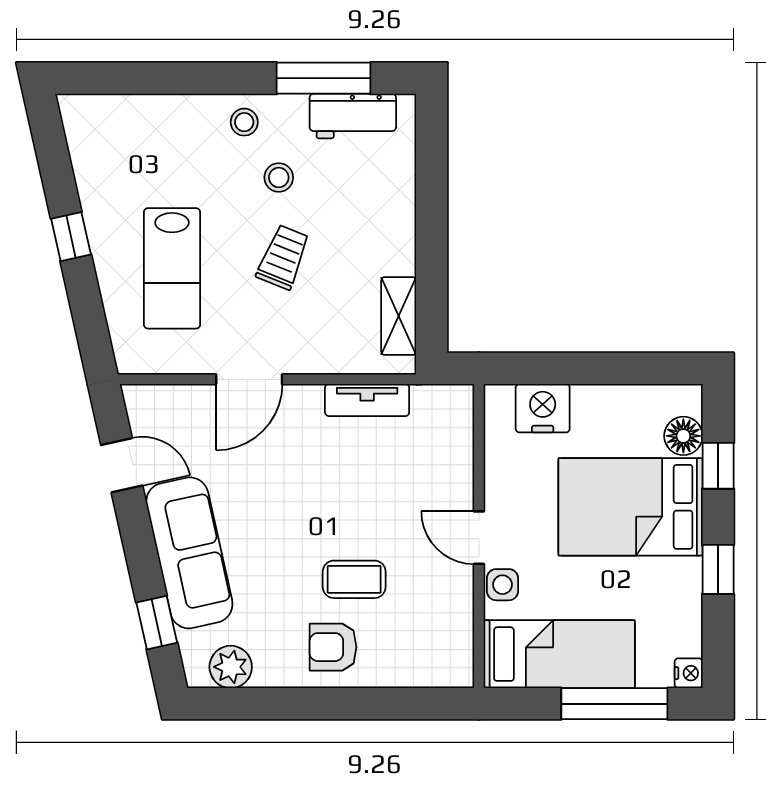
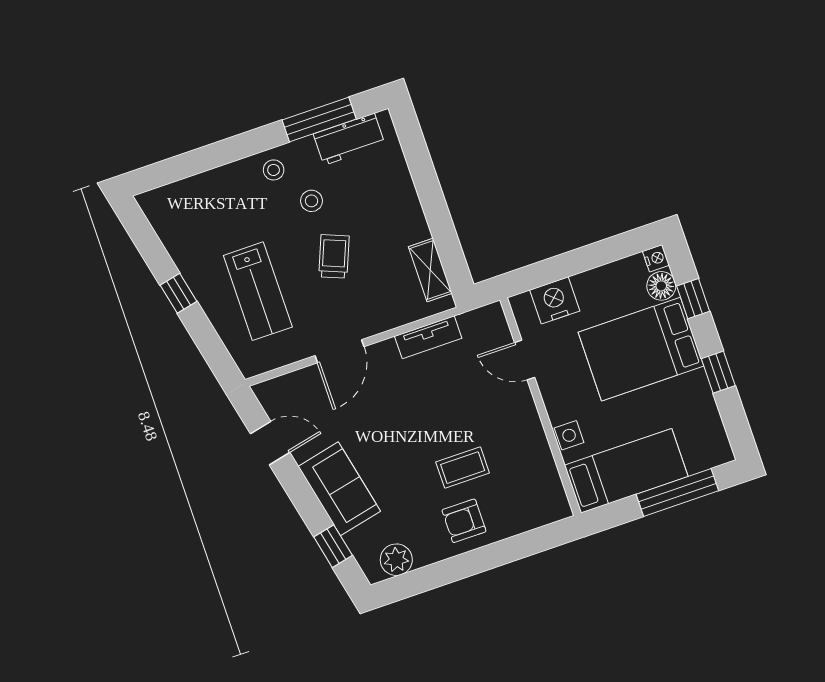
door: (479, 538) -> (525, 360), moved
sofa: (189, 553) -> (339, 489), width x0.73
nightstand: (689, 673) -> (656, 258), moved

